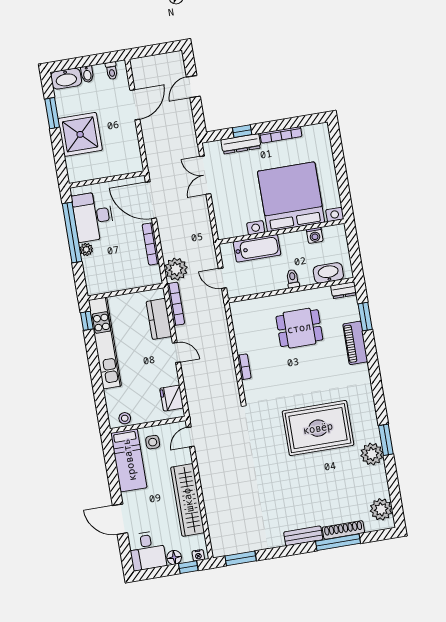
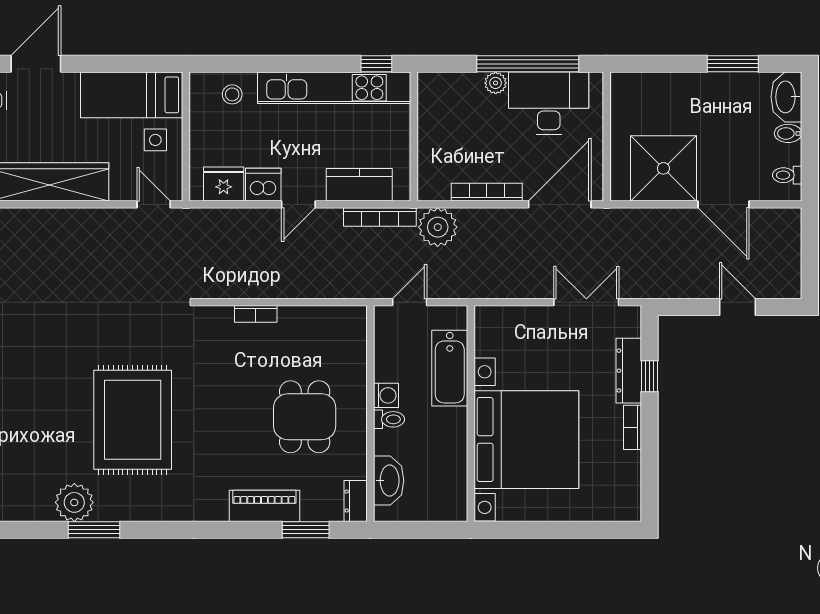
shower: (80, 134) -> (663, 168), moved
bookcase: (281, 135) -> (633, 427), width x0.64
washing machine: (315, 235) -> (386, 395), moved, turned 180
dishwasher: (168, 375) -> (263, 185), added
stool: (125, 418) -> (232, 94), moved

